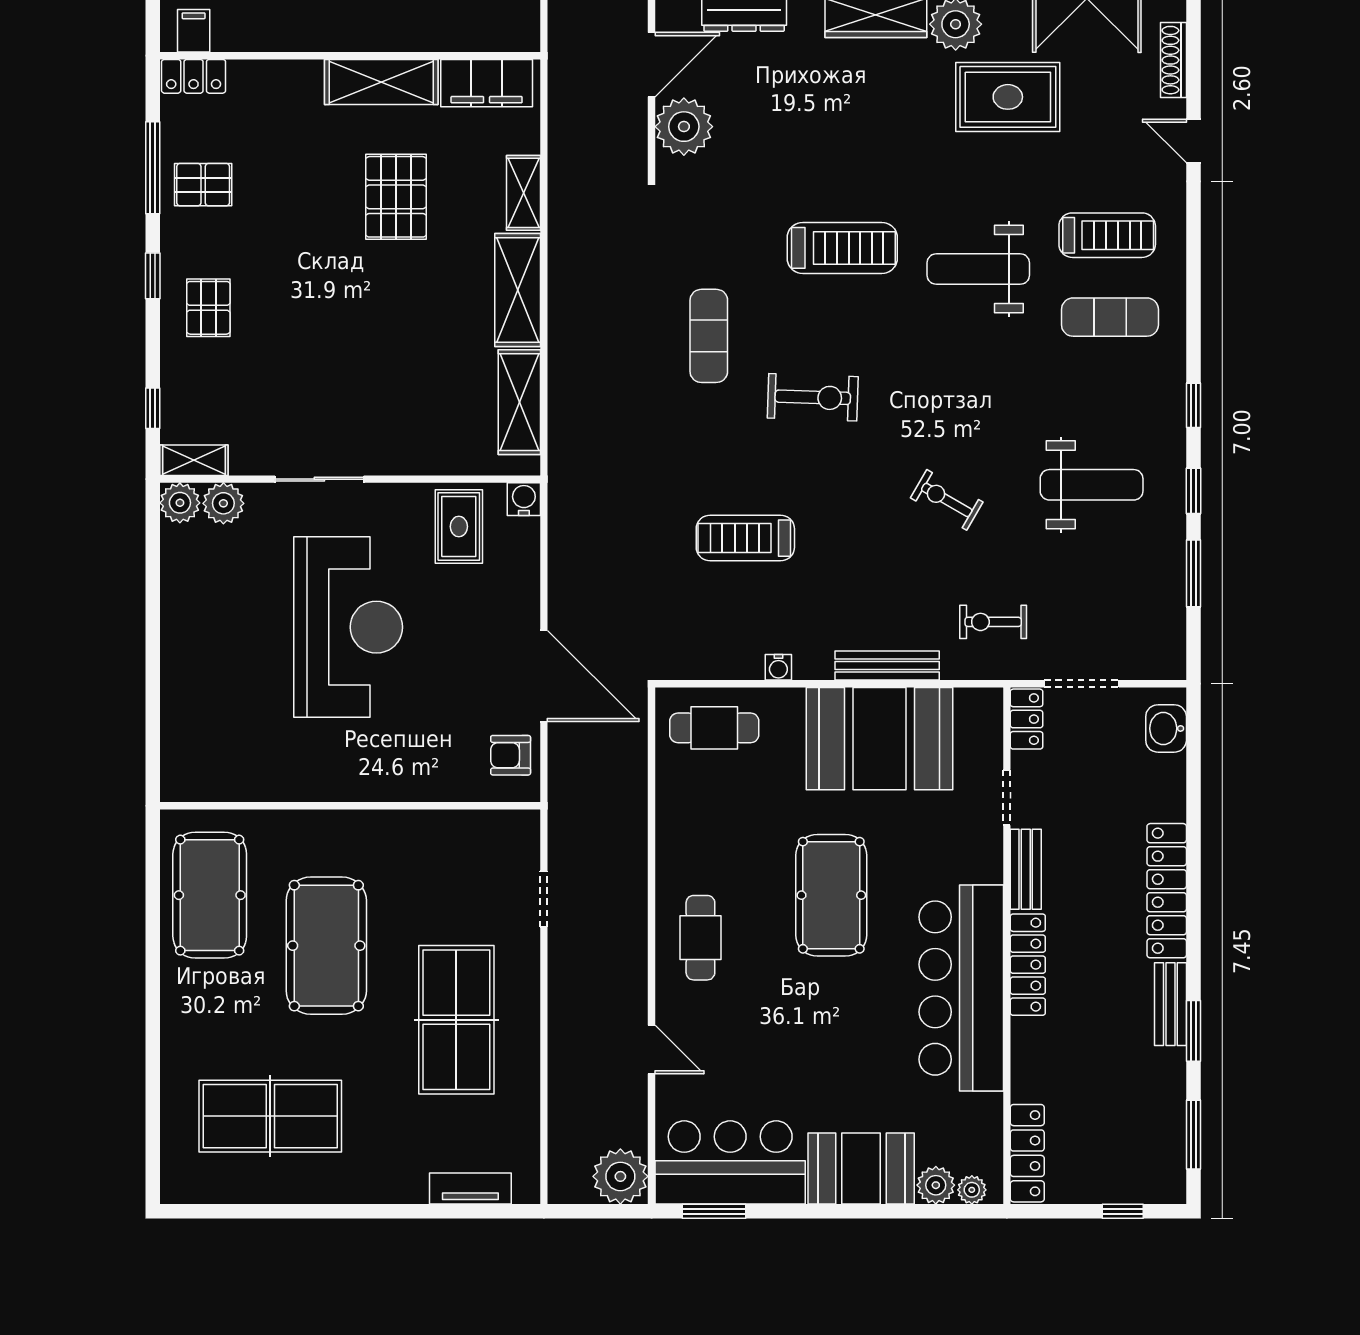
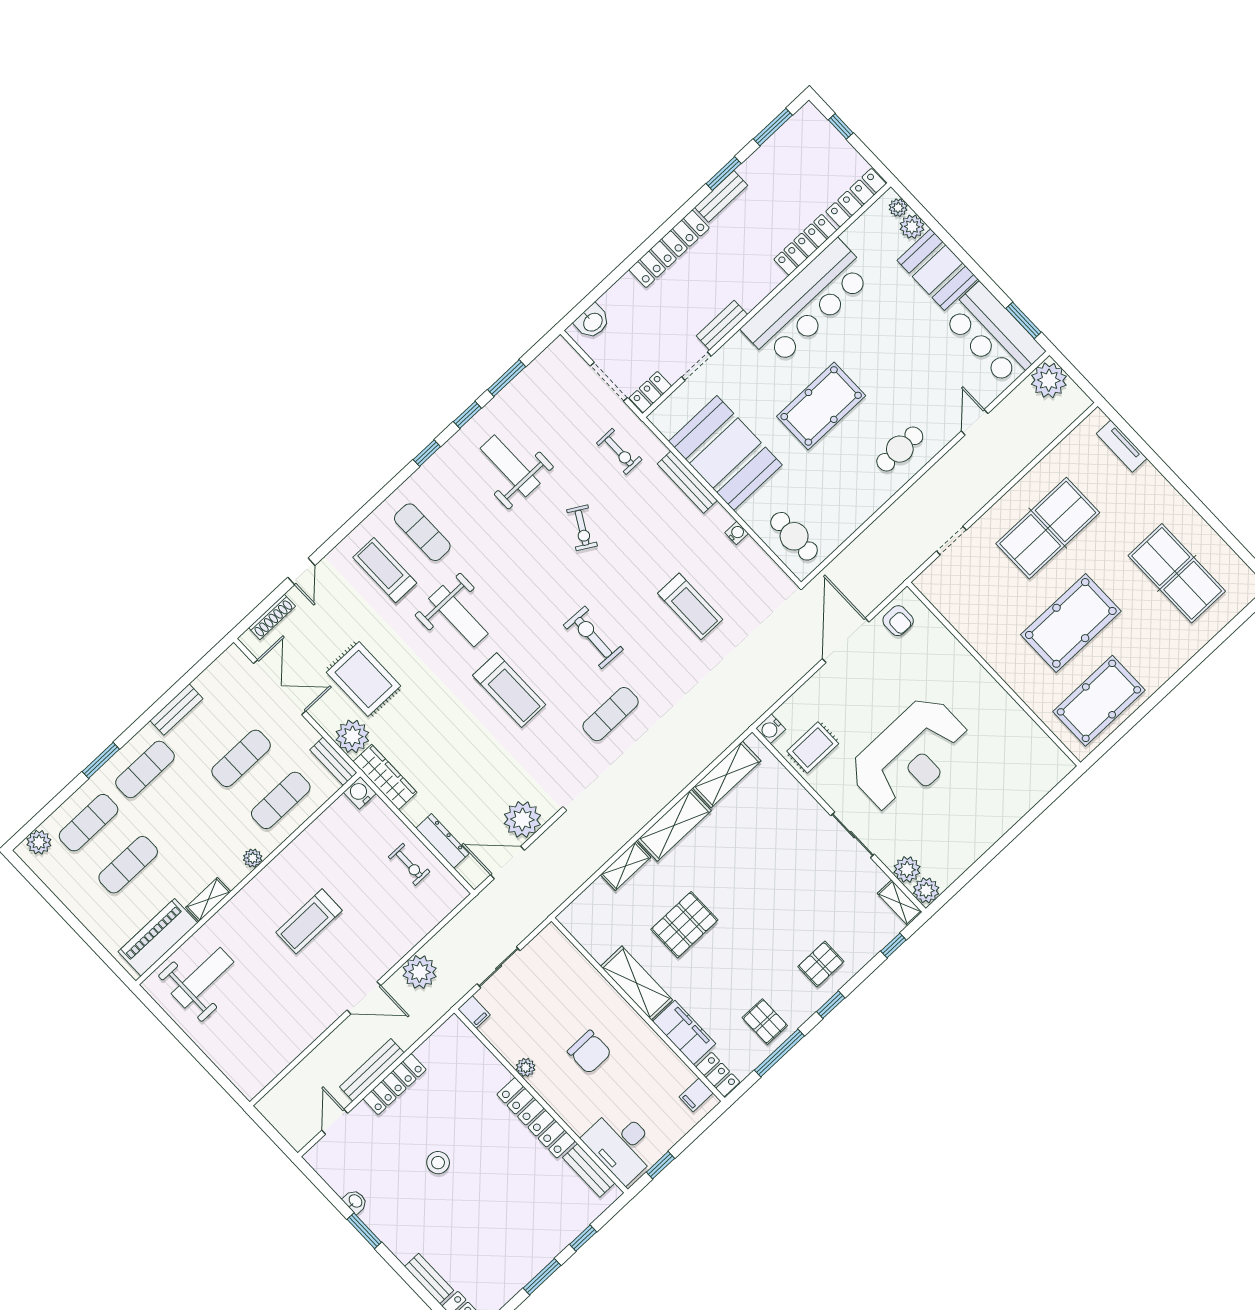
filing cabinet: (487, 83) -> (684, 1033), moved
treadmill: (842, 248) -> (509, 690), turned 180
reception desk: (348, 627) -> (910, 755), turned 180
locker: (1028, 965) -> (805, 245), moved

